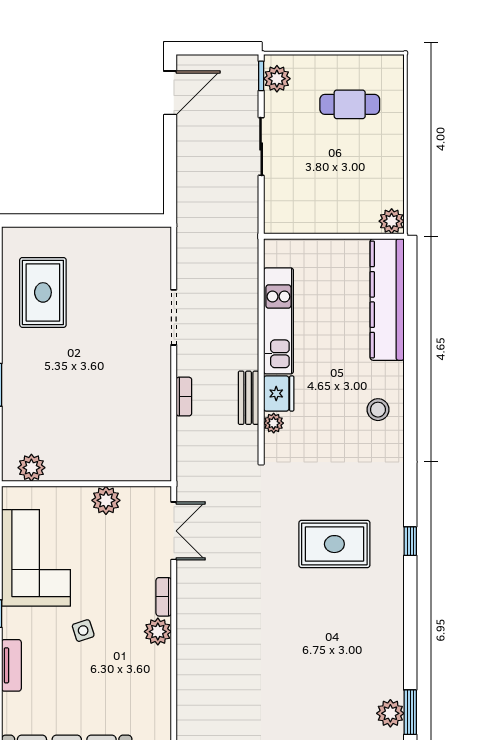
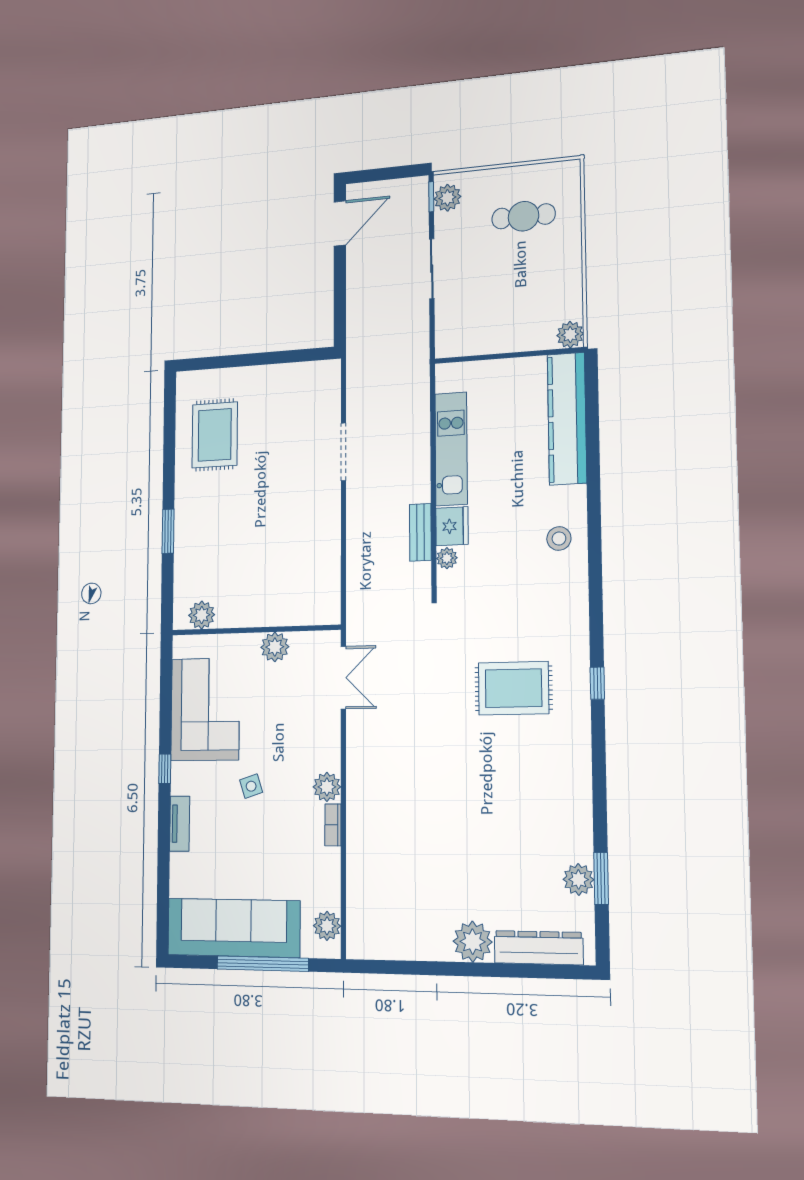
bookcase: (184, 397) -> (354, 534), removed
bookcase: (164, 597) -> (333, 825), moved

